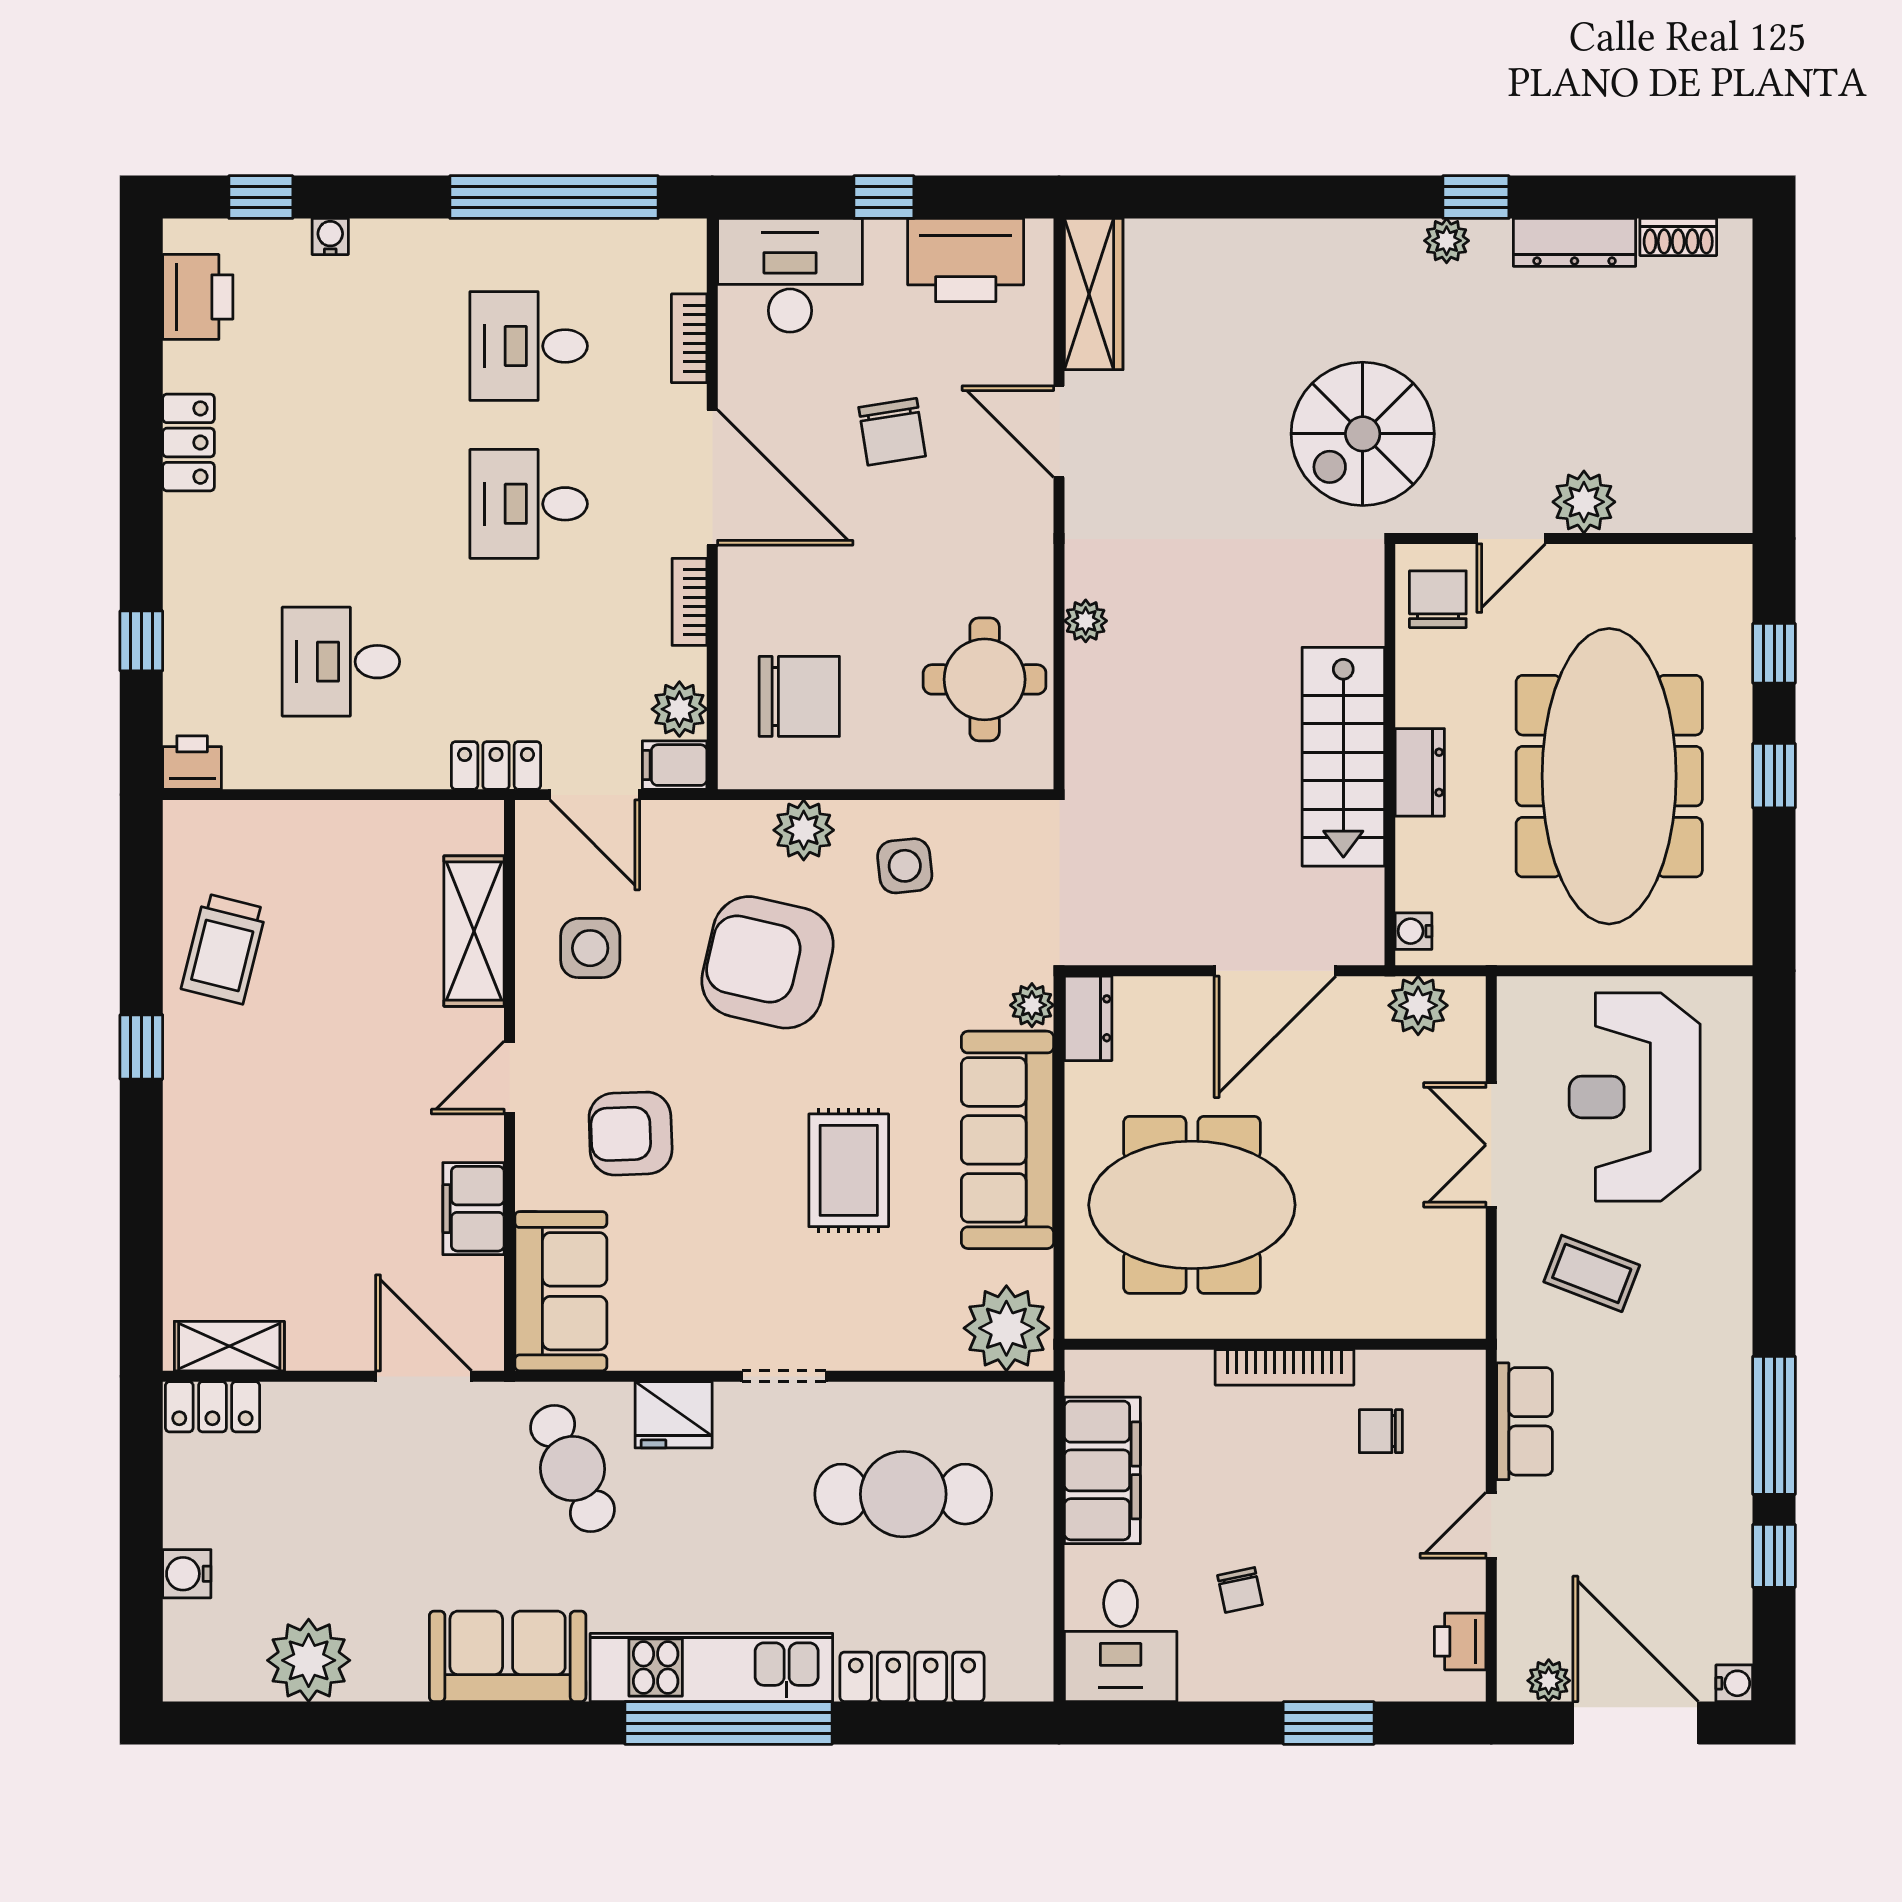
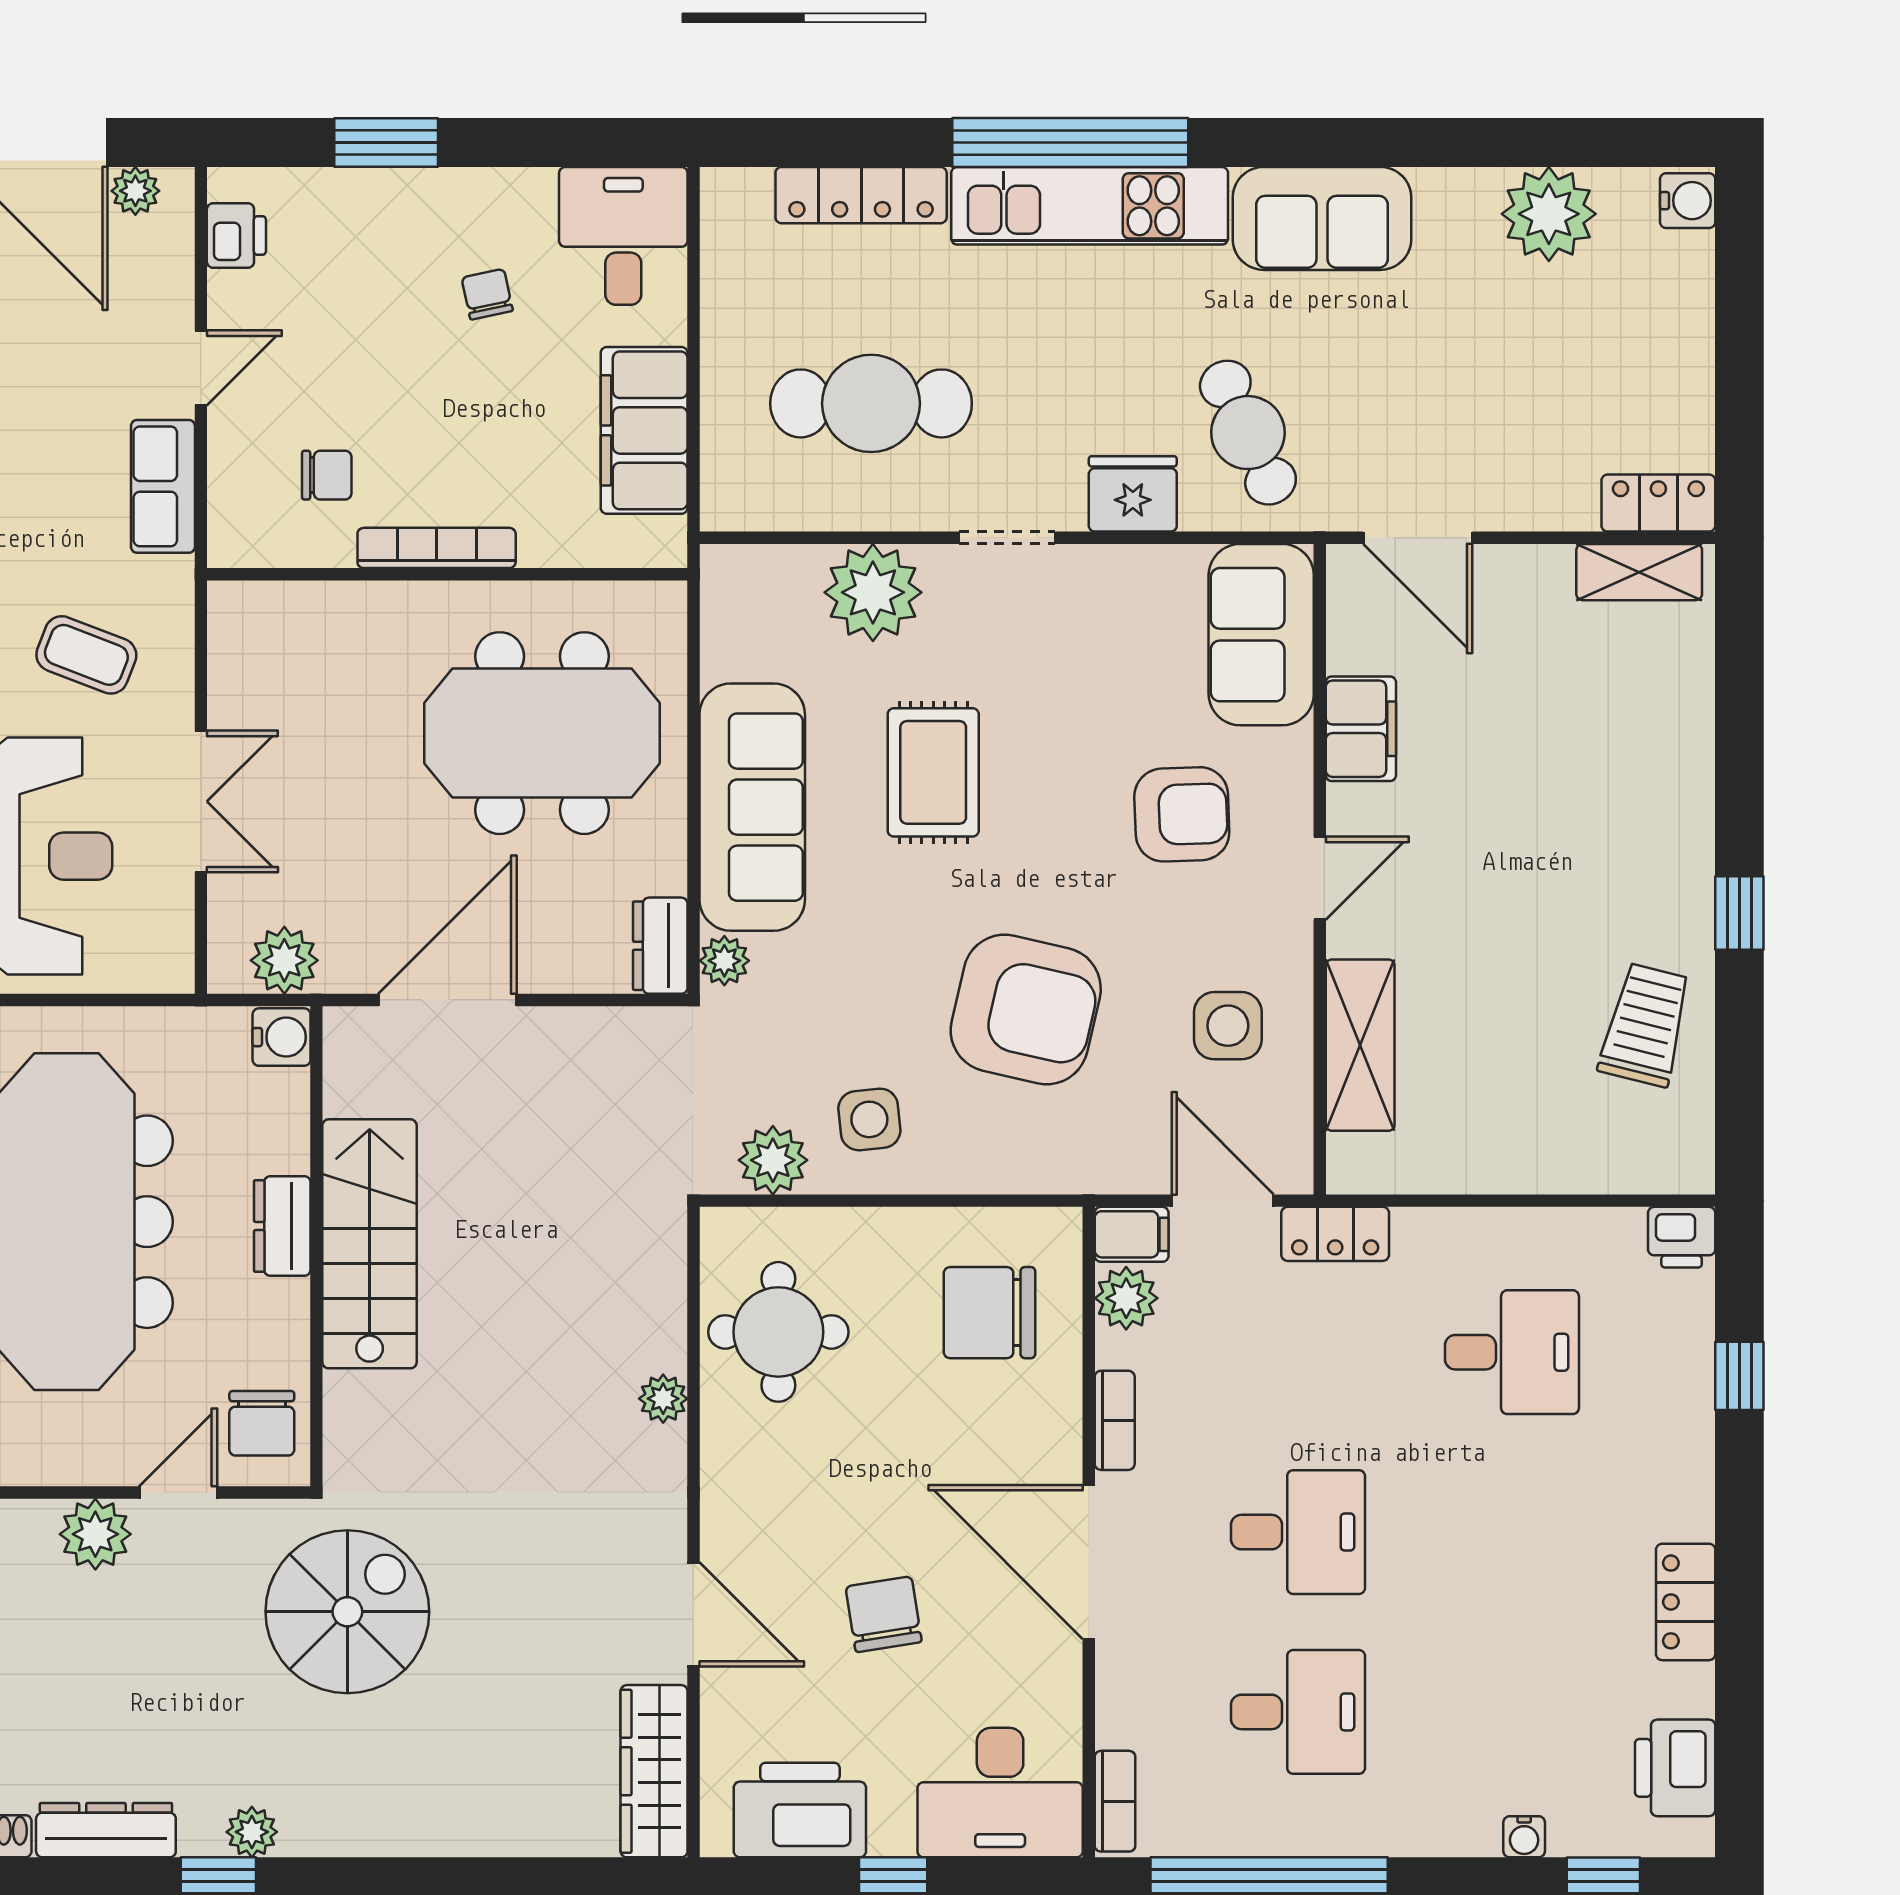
bookcase: (689, 338) -> (1115, 1801), moved
plant: (804, 830) -> (773, 1160), moved
water cooler: (1413, 931) -> (282, 1037), width x1.38, depth x1.38
plant: (1006, 1328) -> (873, 592), moved
water cooler: (187, 1574) -> (1688, 201), moved

